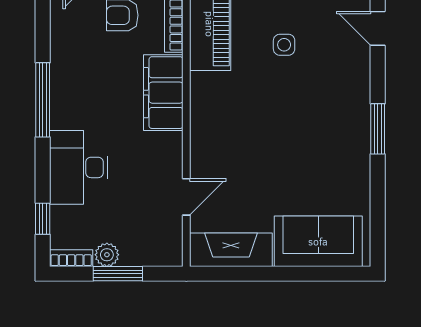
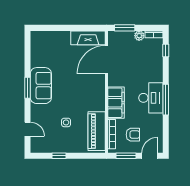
desk: (79, 167) -> (151, 98), moved
door: (186, 197) -> (106, 60), width x1.87
sofa: (318, 241) -> (41, 86), moved, turned -90
window: (118, 274) -> (125, 28), moved

